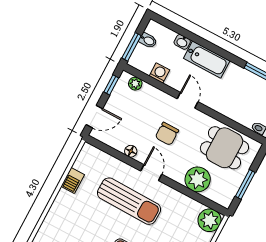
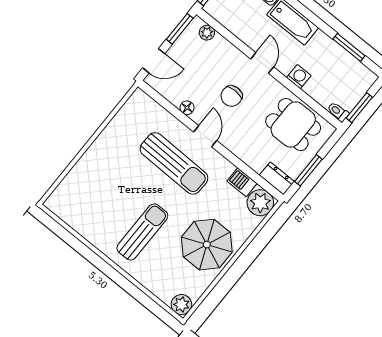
washing machine: (159, 73) -> (299, 77), moved
window: (111, 85) -> (180, 29), width x1.50
plant: (198, 179) -> (256, 154), removed
barbecue: (73, 181) -> (242, 182), moved, turned 90
dresser: (220, 197) -> (277, 178), added

